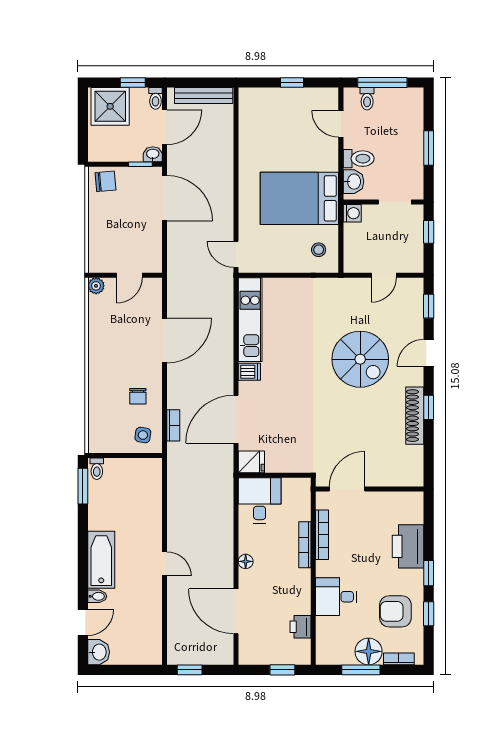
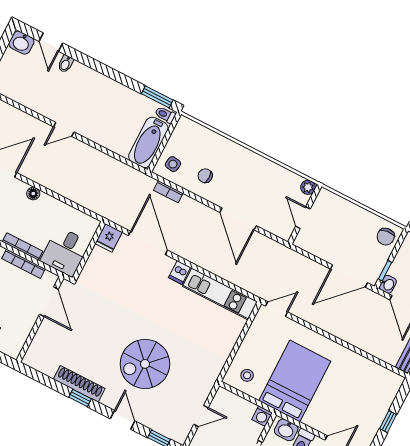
door: (384, 275) -> (201, 416), swing flipped
desk: (260, 501) -> (65, 252), moved, turned 90
bathtub: (101, 560) -> (148, 142), moved, turned 90

